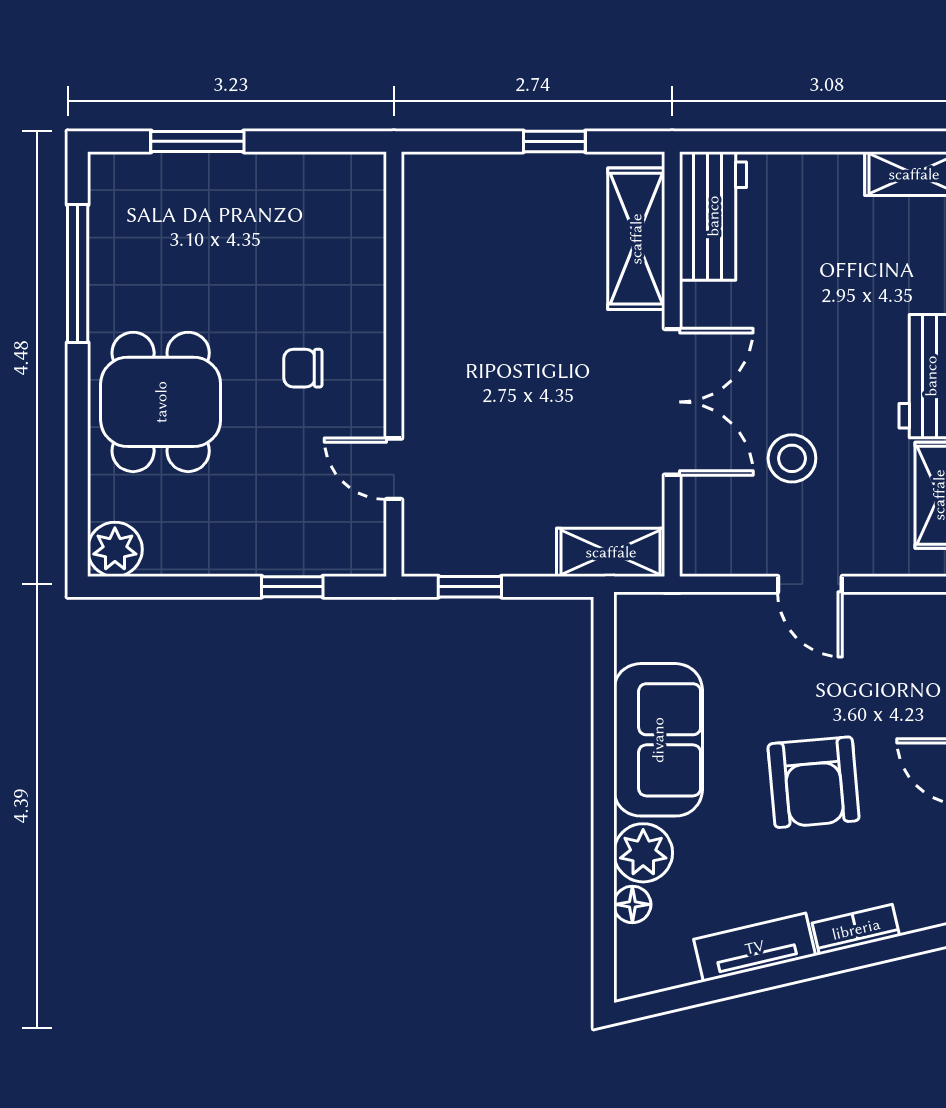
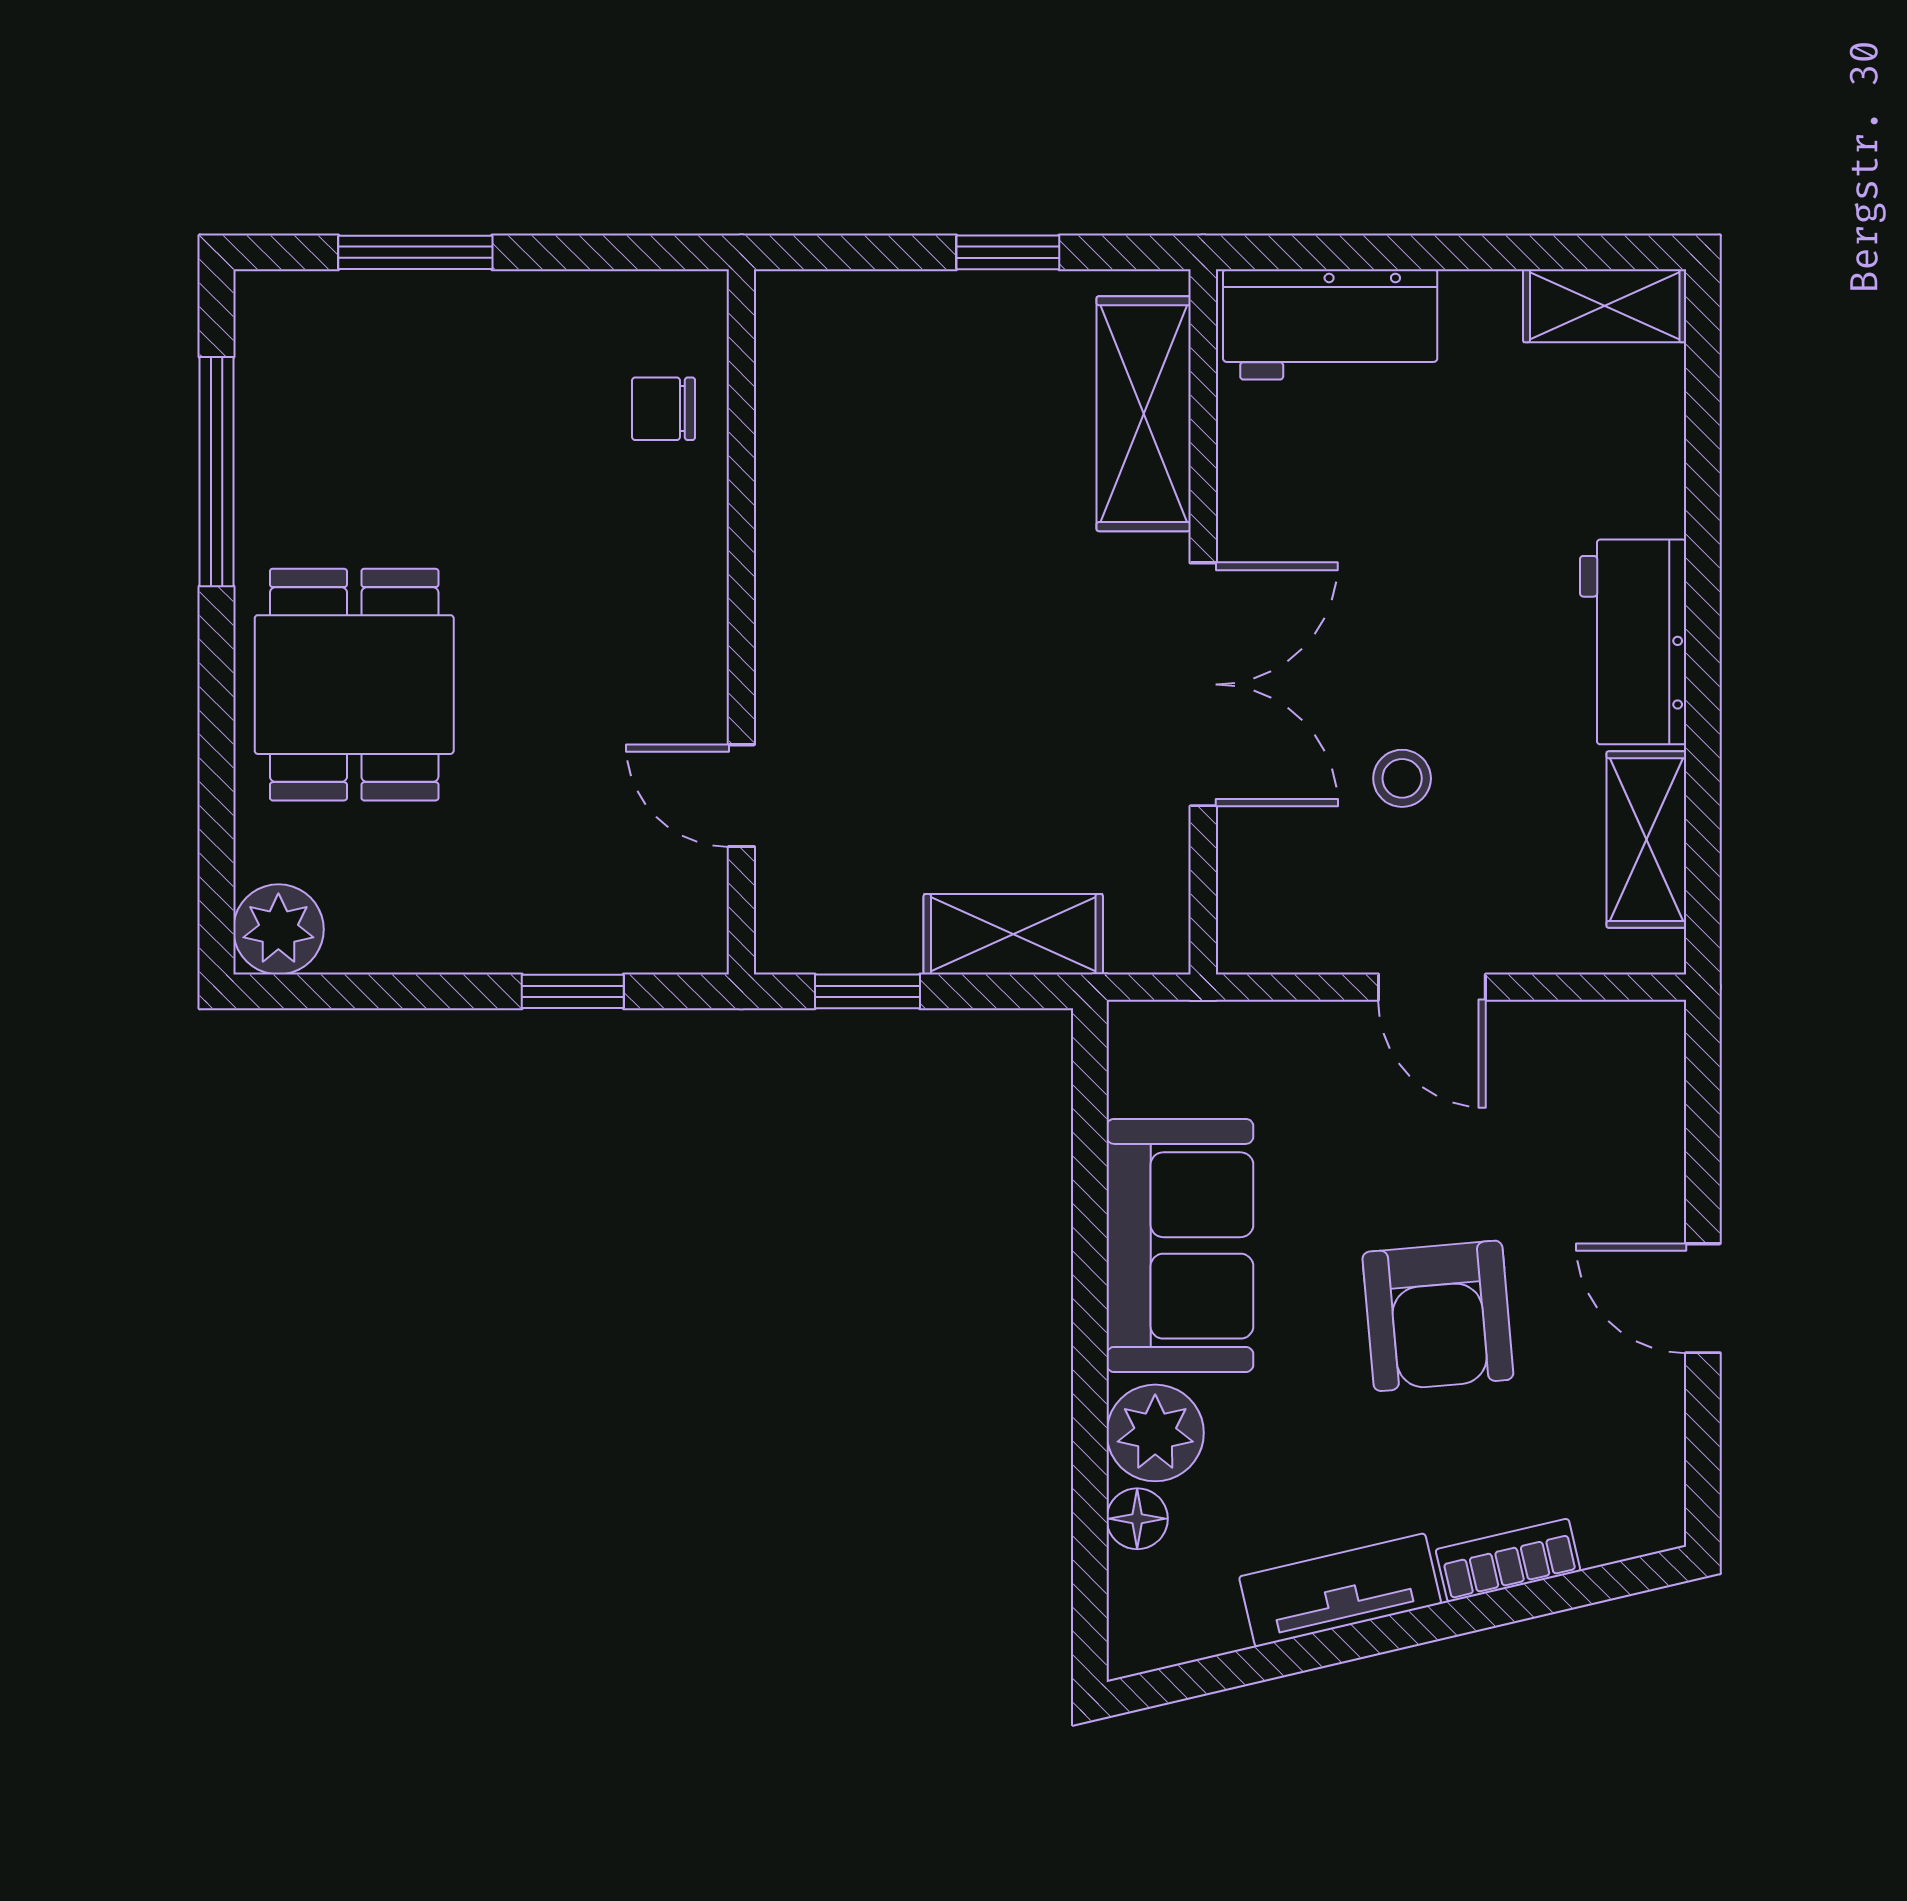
workbench: (713, 216) -> (1330, 324), moved, turned 90
chair: (303, 368) -> (664, 409), moved
stool: (792, 458) -> (1402, 778), width x0.73, depth x0.73
shelving: (611, 552) -> (1013, 934), moved

